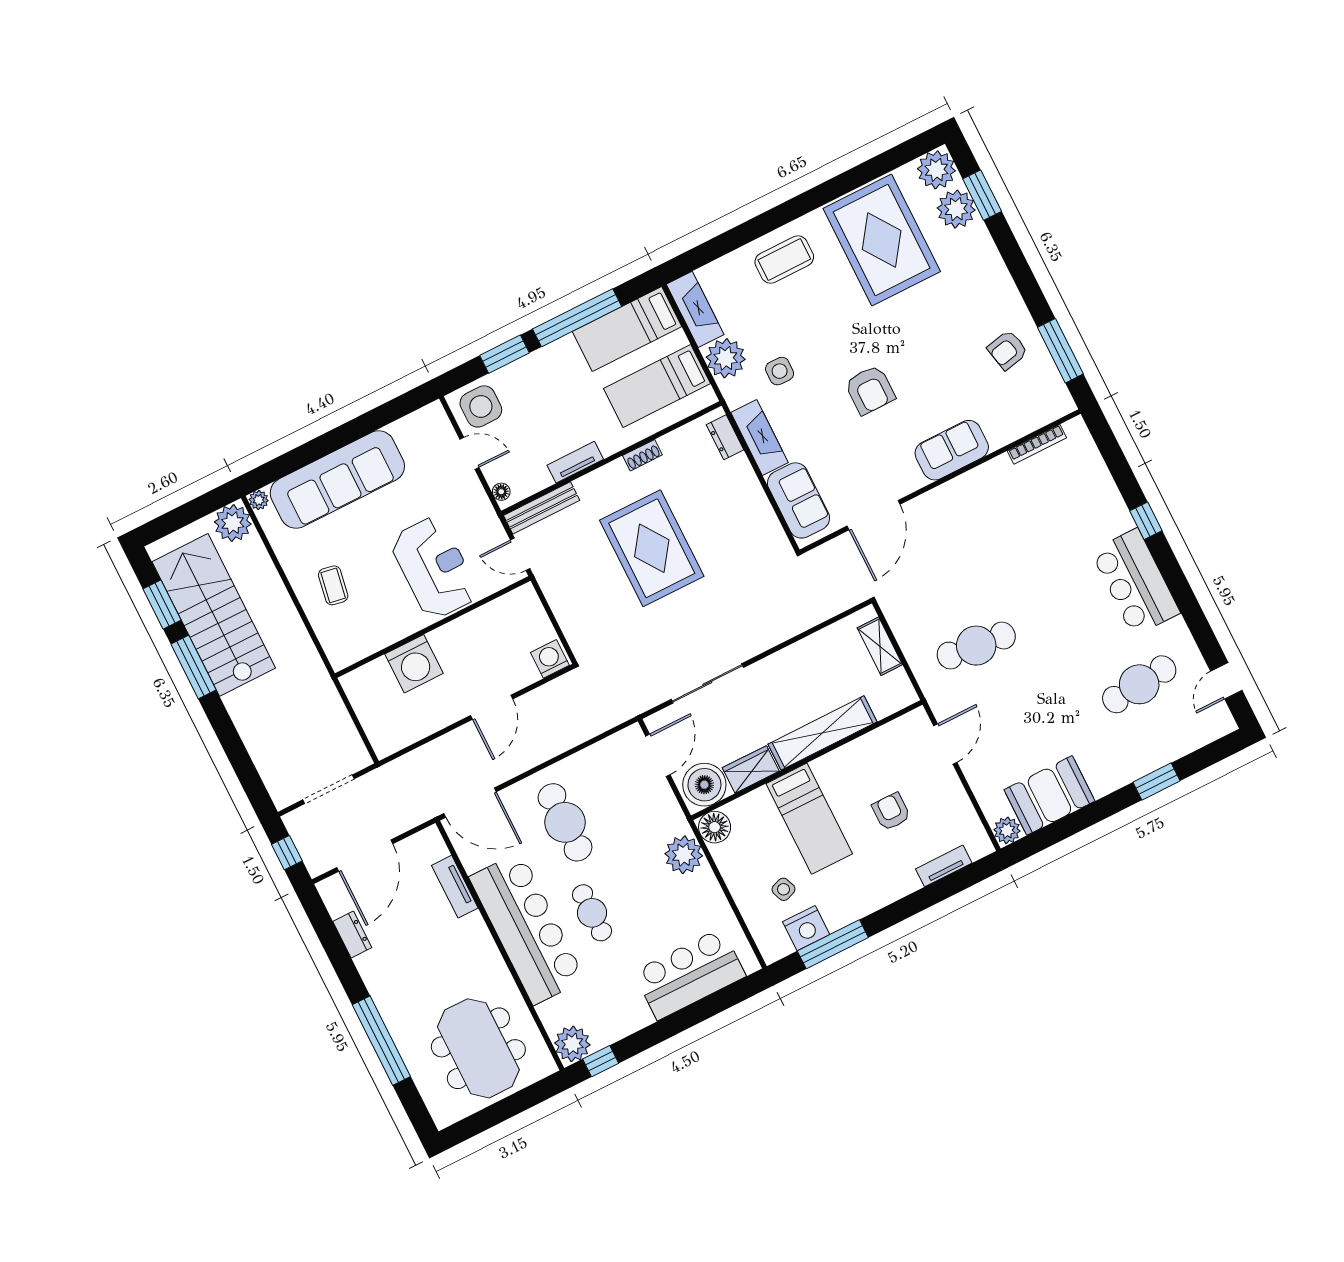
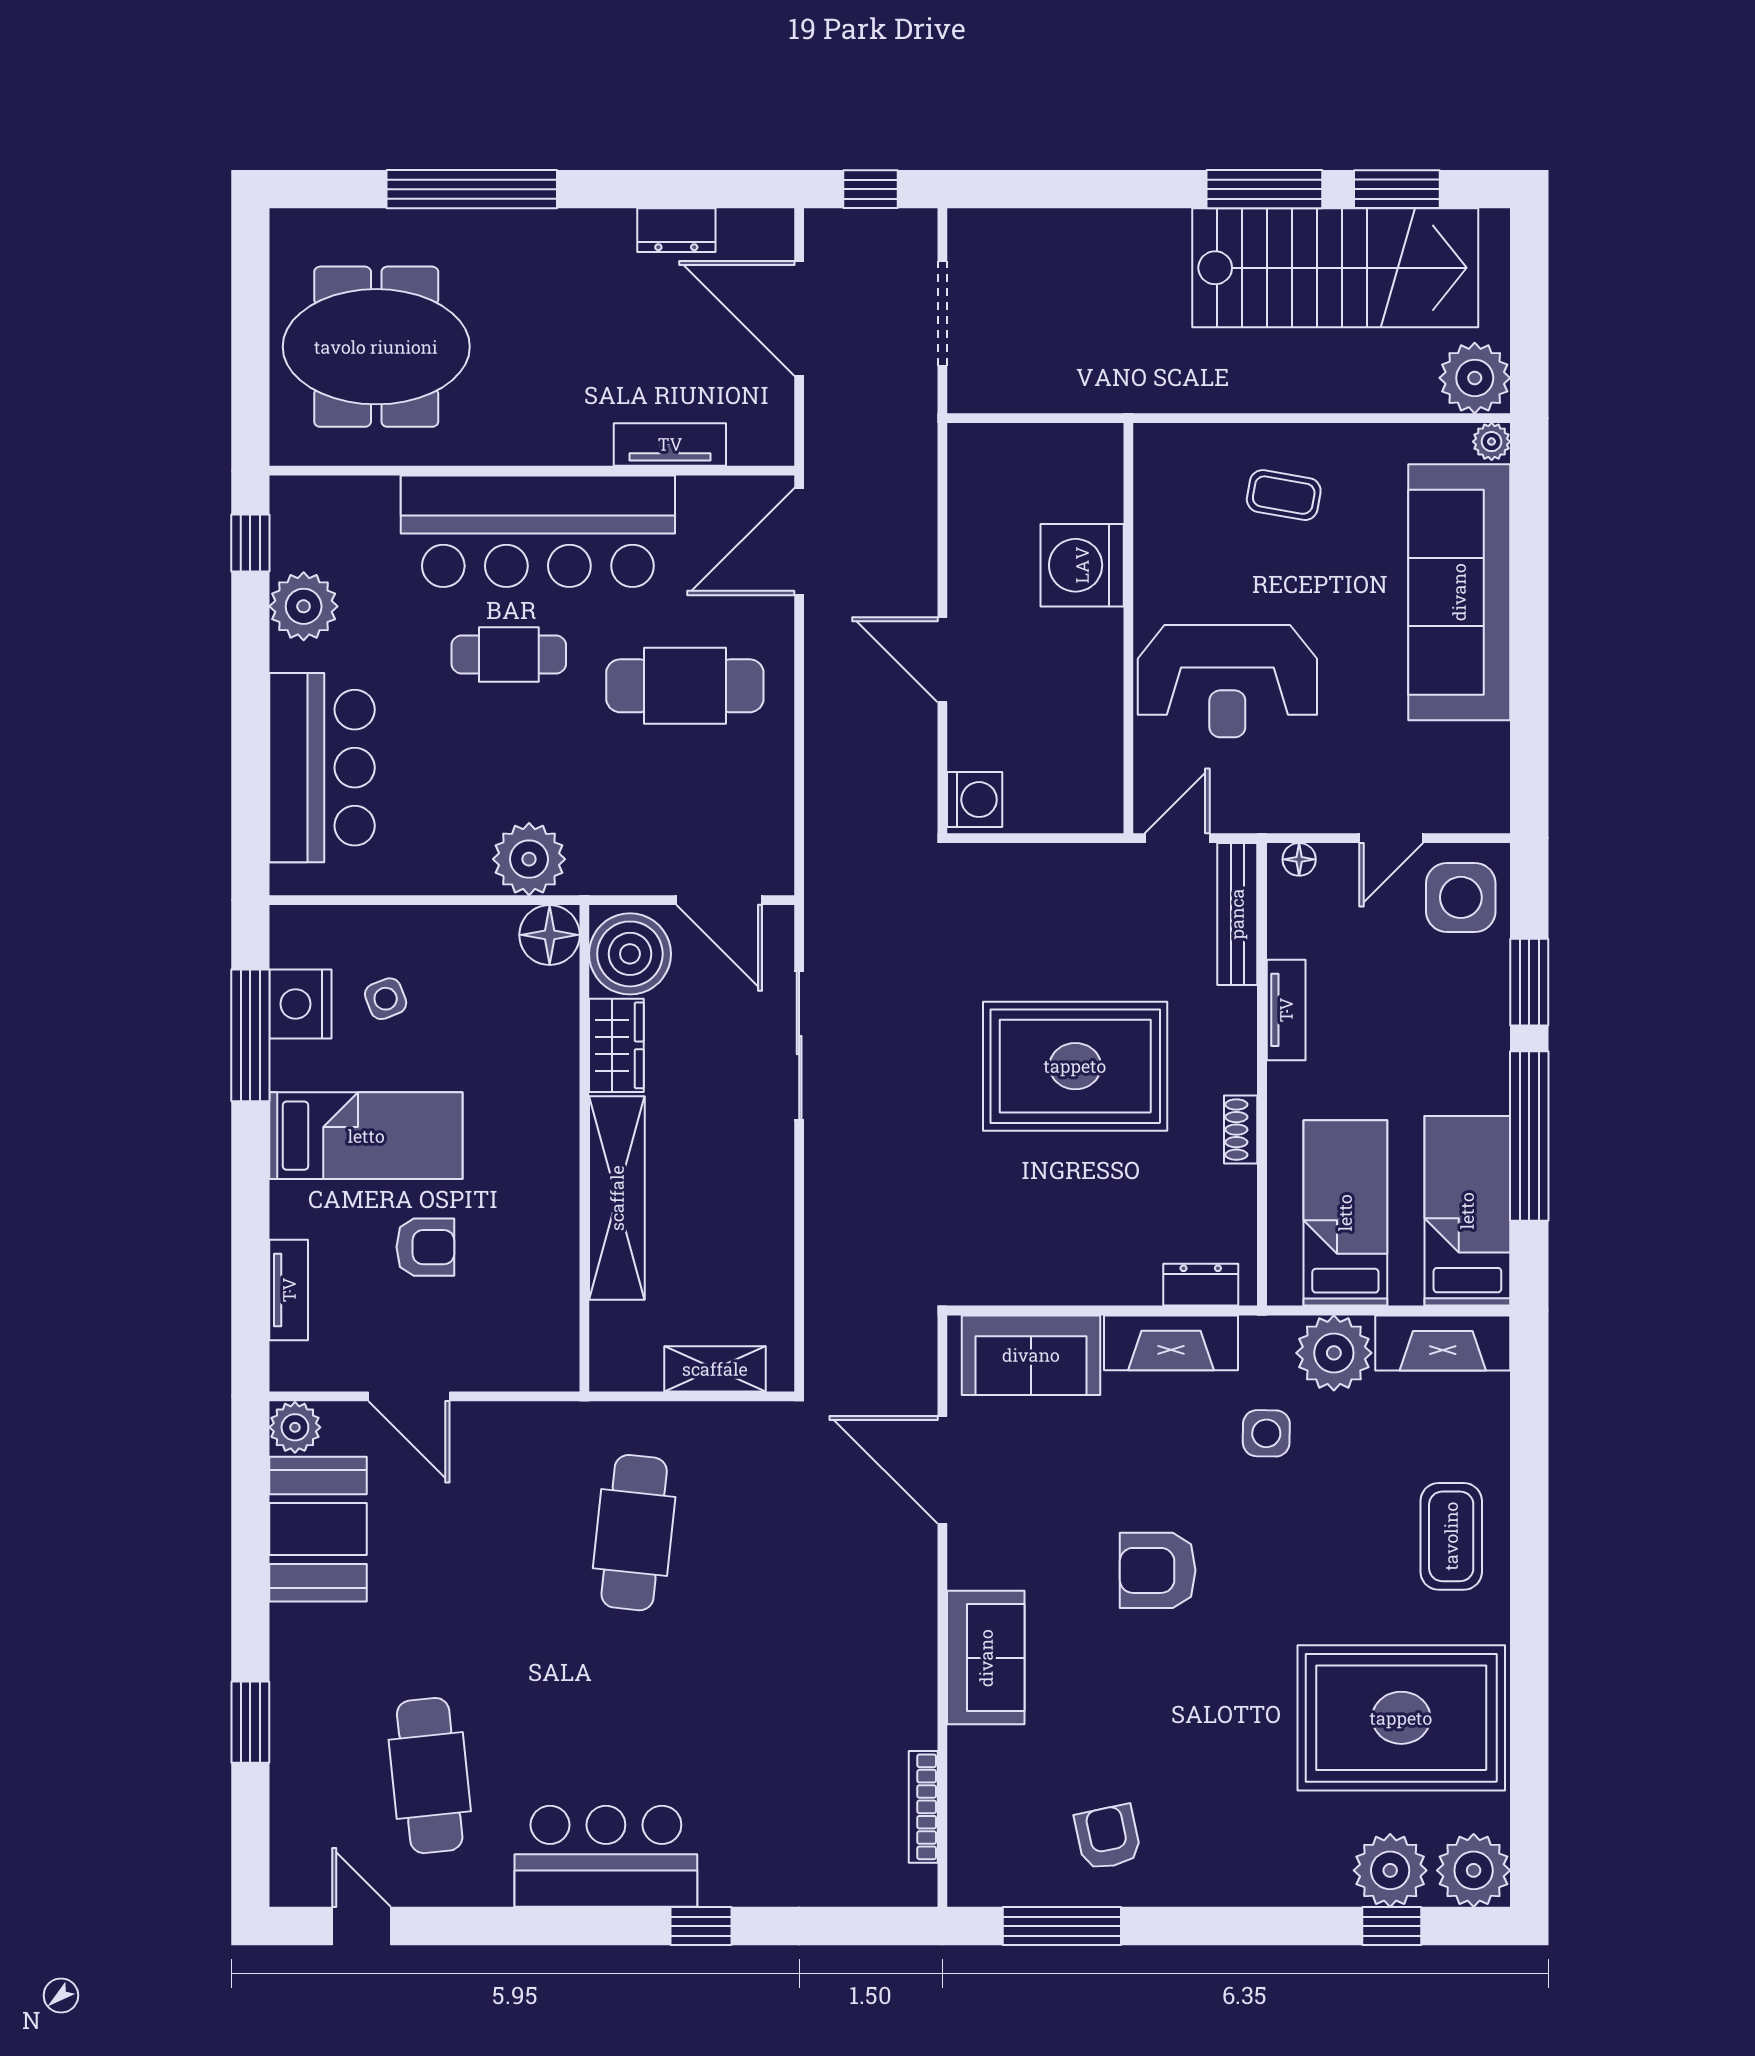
window: (982, 195) -> (1392, 1926), width x0.67
door: (945, 744) -> (409, 1396), moved
bed: (809, 819) -> (366, 1136), moved, turned 180
plant: (572, 1044) -> (304, 606), moved

